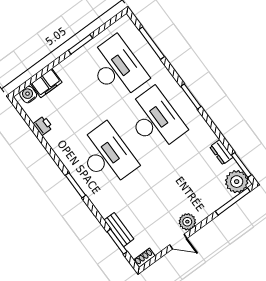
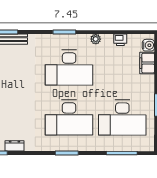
plant: (60, 150) -> (96, 39), added

